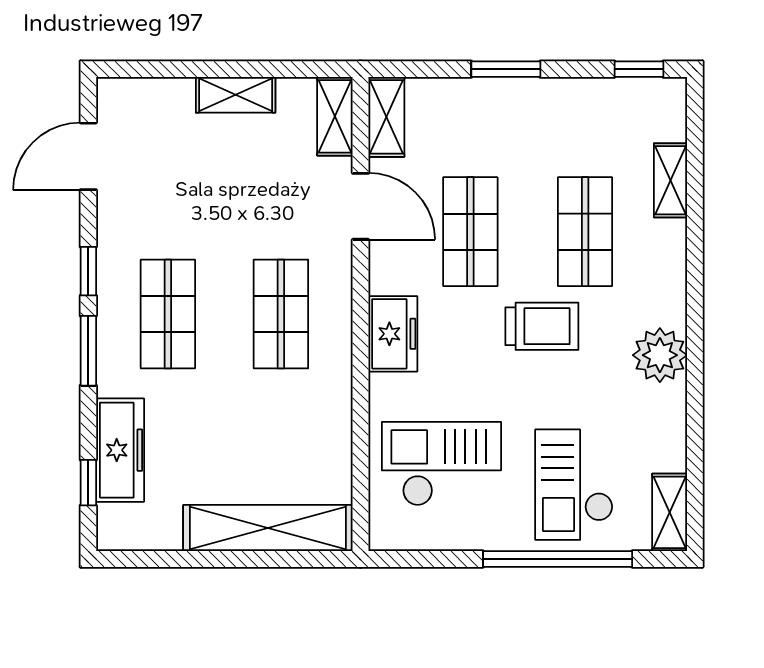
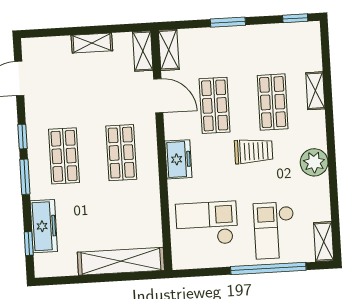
shelving: (670, 180) -> (315, 91), moved

